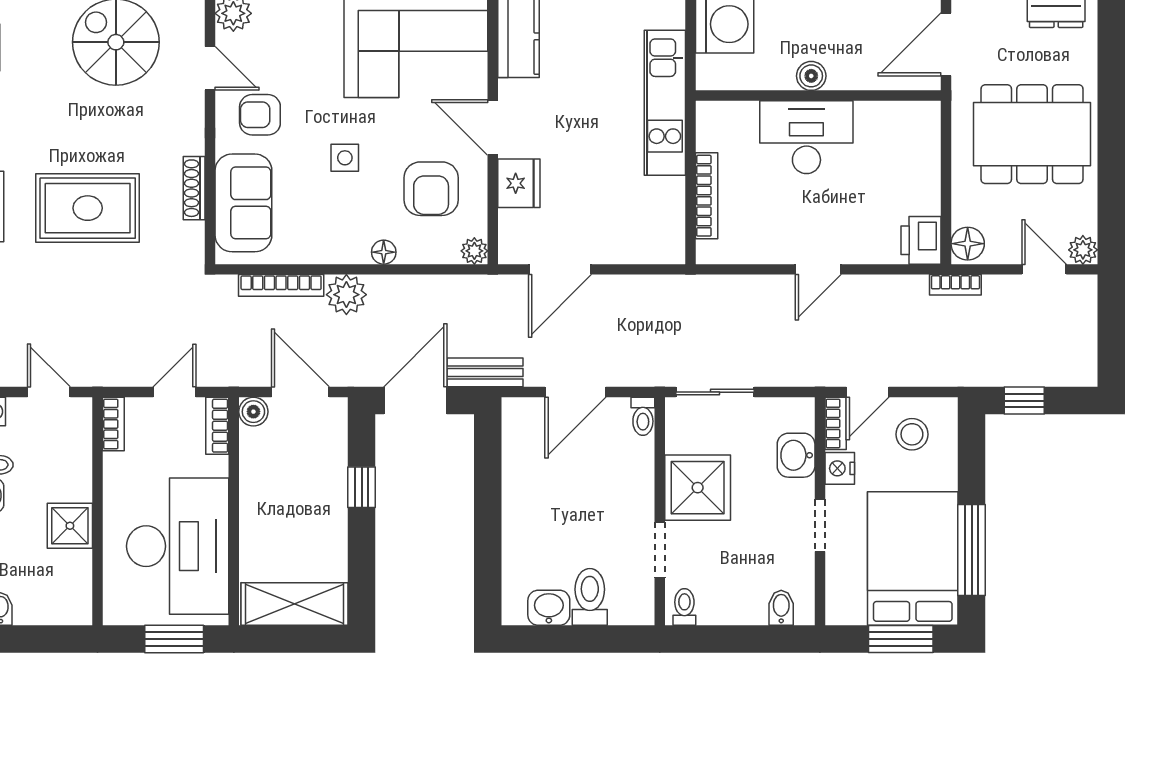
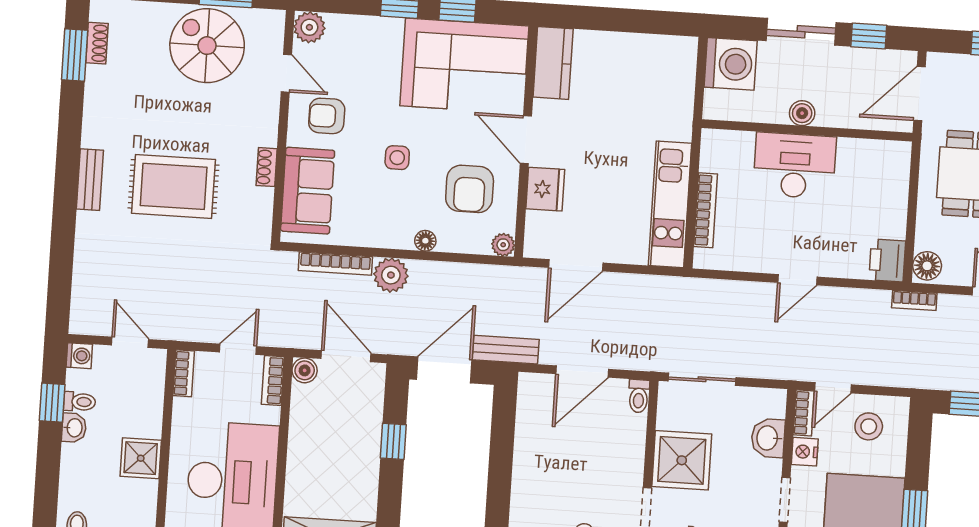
kitchen unit: (665, 103) -> (670, 204), moved
shoe rack: (194, 188) -> (267, 167), width x0.70

